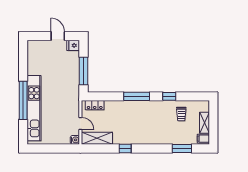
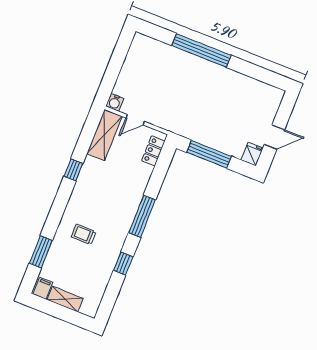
kitchen unit: (34, 108) -> (184, 62), removed
trolley: (181, 114) -> (84, 234), moved

